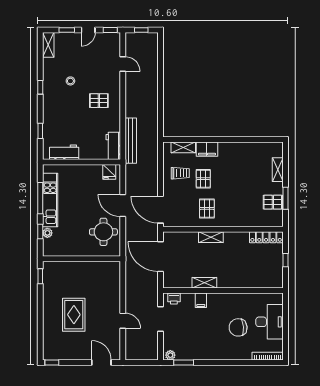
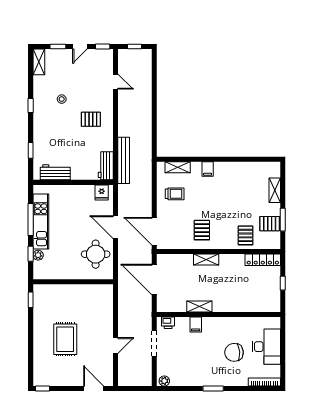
filing cabinet: (207, 149) -> (208, 169), width x0.50
pallet: (203, 179) -> (246, 235), moved
door: (123, 321) -> (115, 345), hinge flipped
window: (184, 363) -> (213, 388), moved

